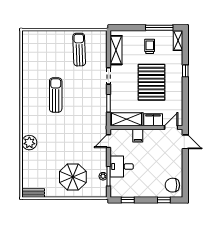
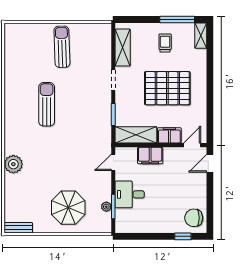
sun lounger: (79, 50) -> (62, 47), moved
window: (185, 71) -> (210, 74), removed
pallet: (151, 82) -> (167, 88), turned 90
filing cabinet: (138, 136) -> (150, 155), width x2.00
door: (185, 142) -> (210, 163), swing flipped
window: (128, 200) -> (138, 236), removed

